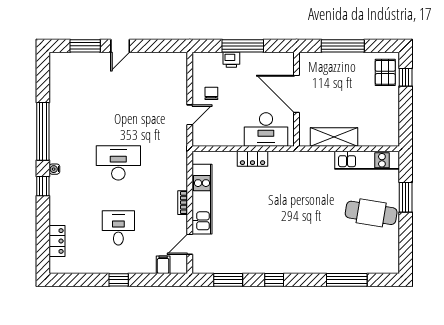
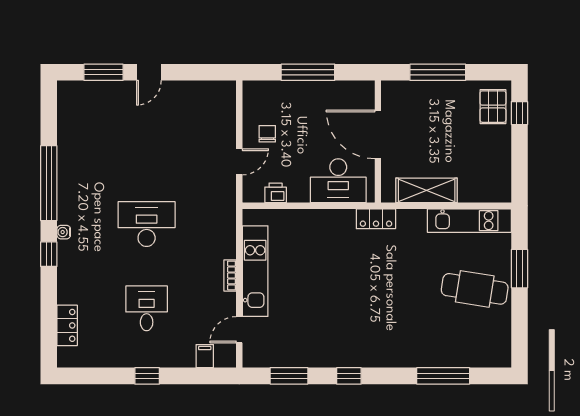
printer: (231, 60) -> (276, 193), moved, turned 180
locker: (253, 159) -> (376, 219), moved

